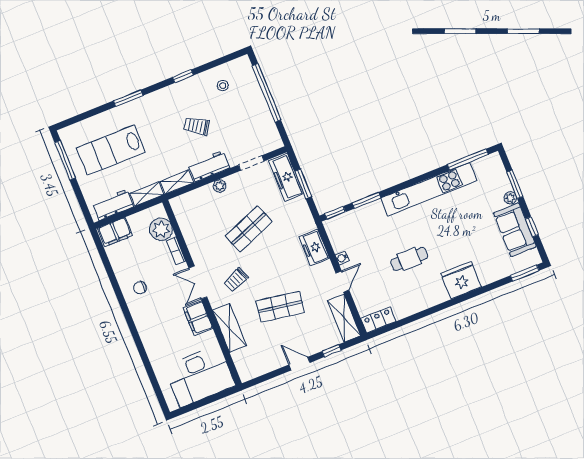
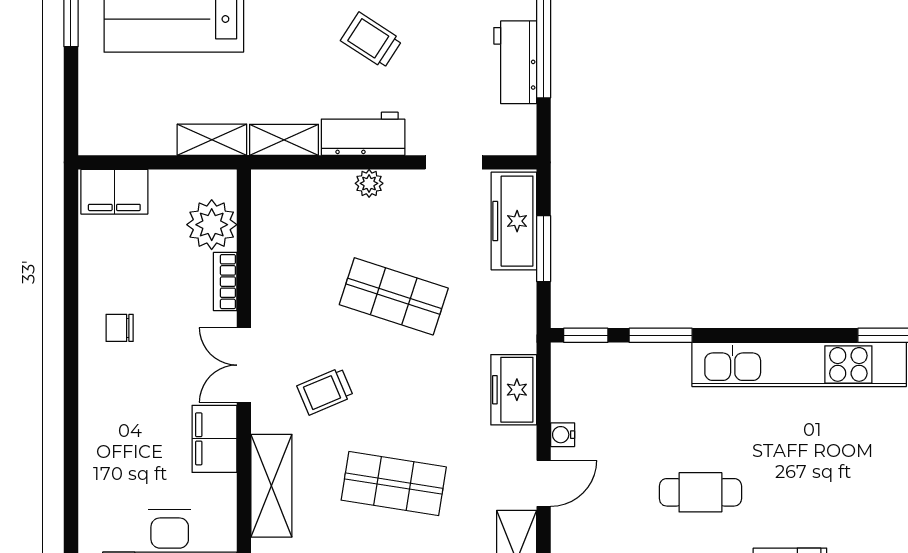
workbench: (113, 205) -> (515, 62), moved, turned -90
shop shelf: (249, 229) -> (394, 296), turned 39

